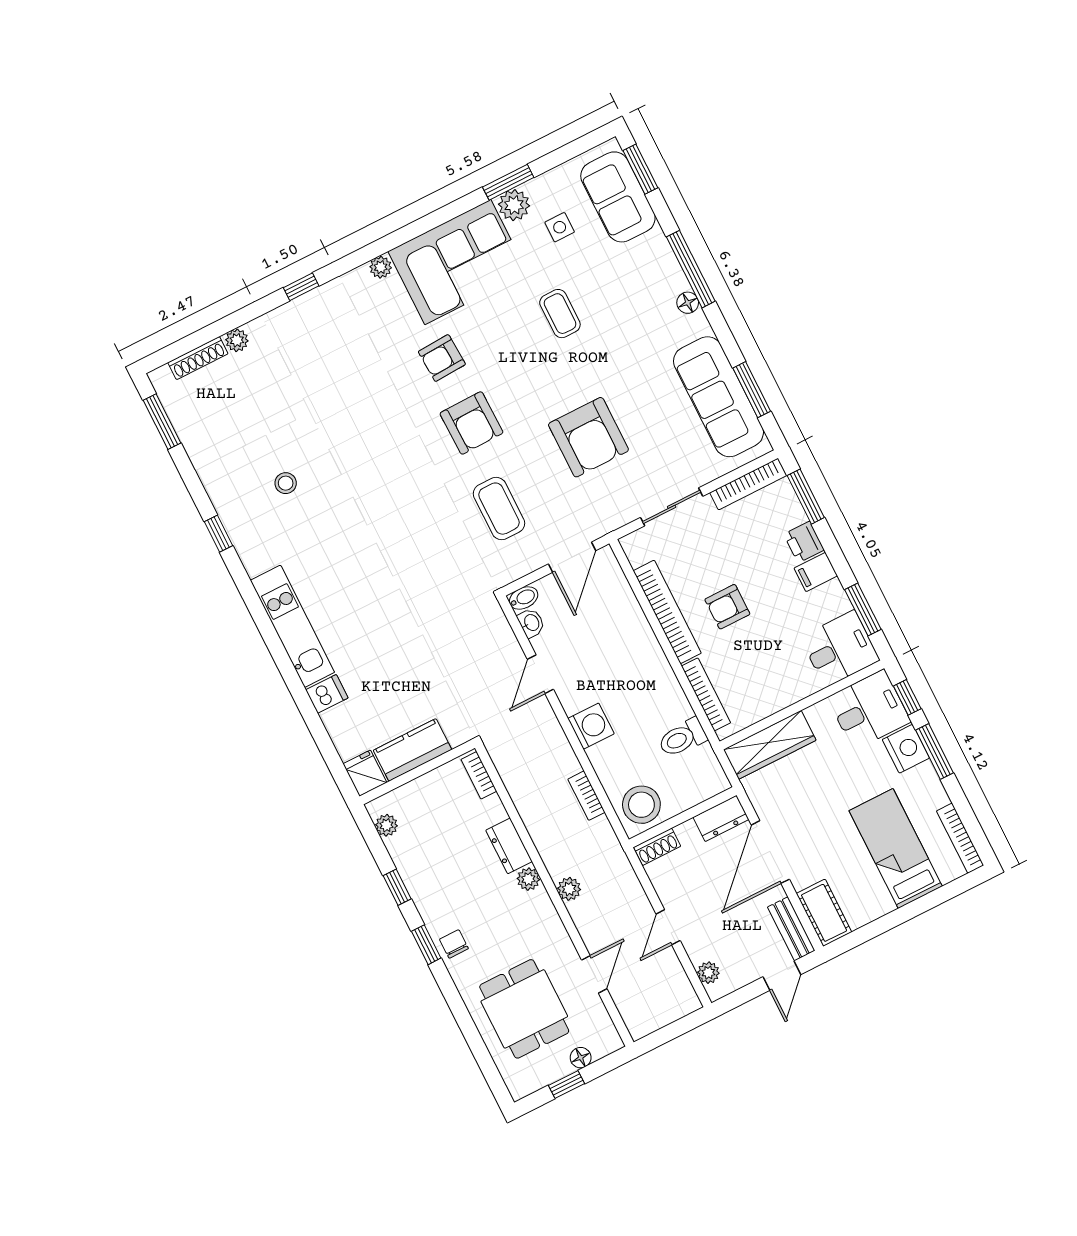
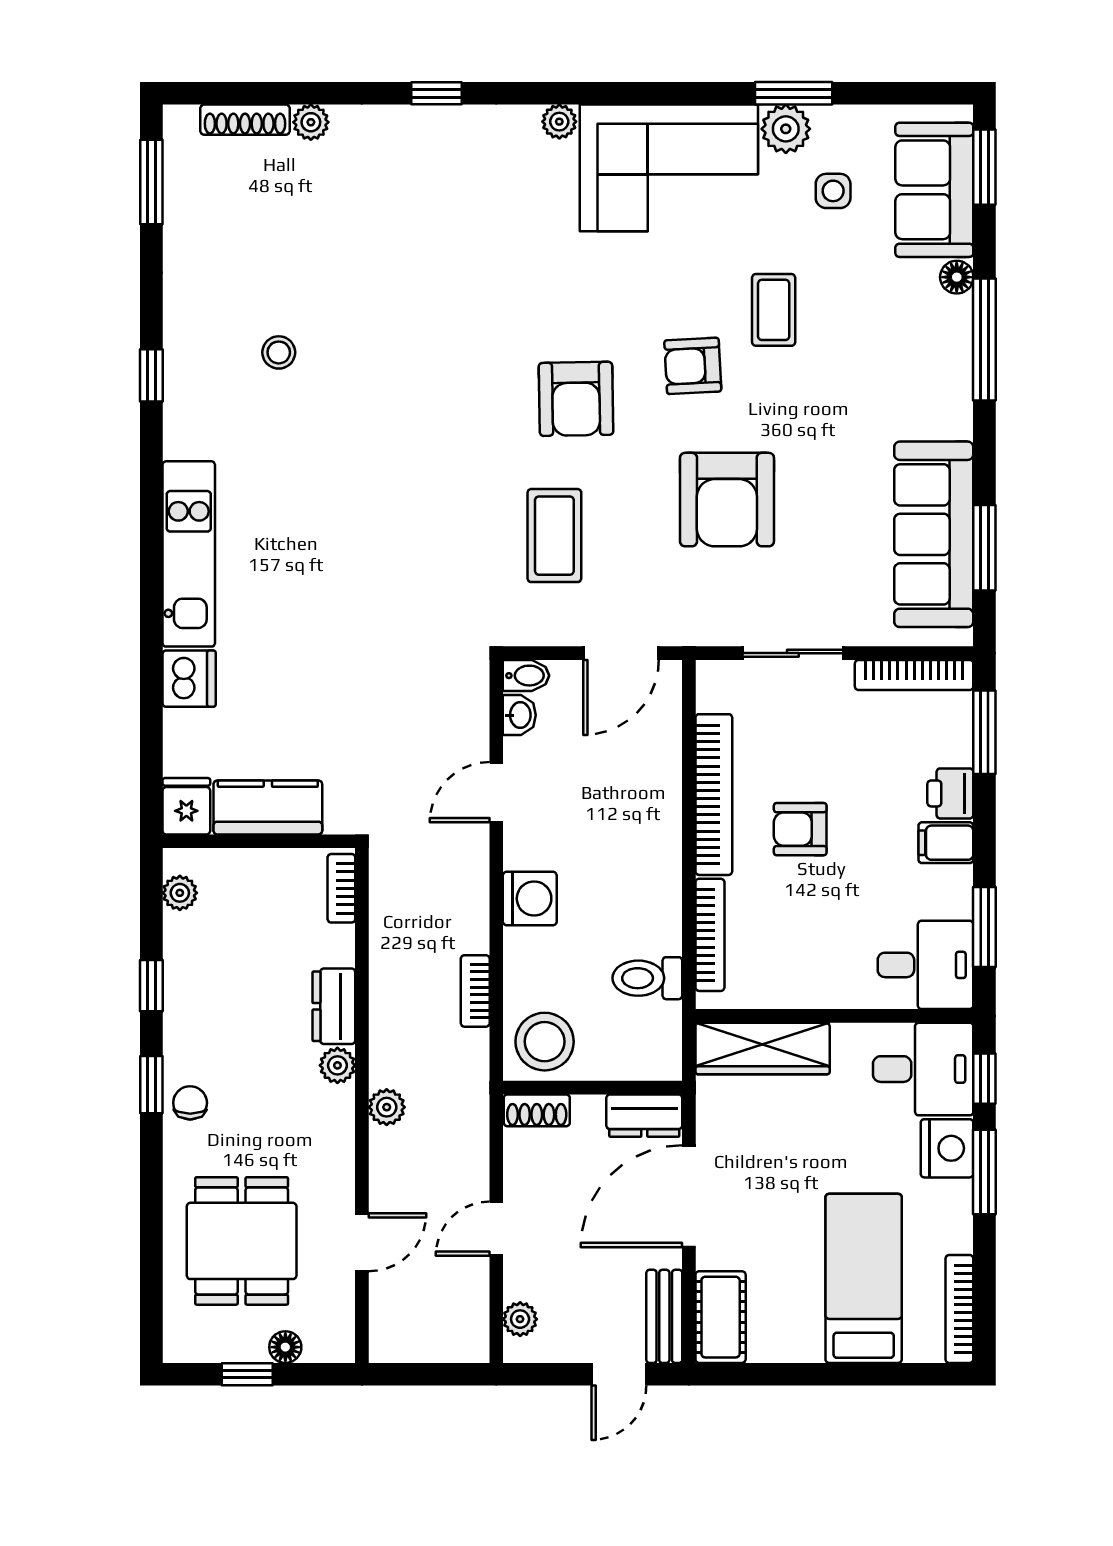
floor lamp: (688, 303) -> (957, 277), moved
armchair: (442, 358) -> (693, 366), moved
dishwasher: (327, 694) -> (189, 679), width x1.38

